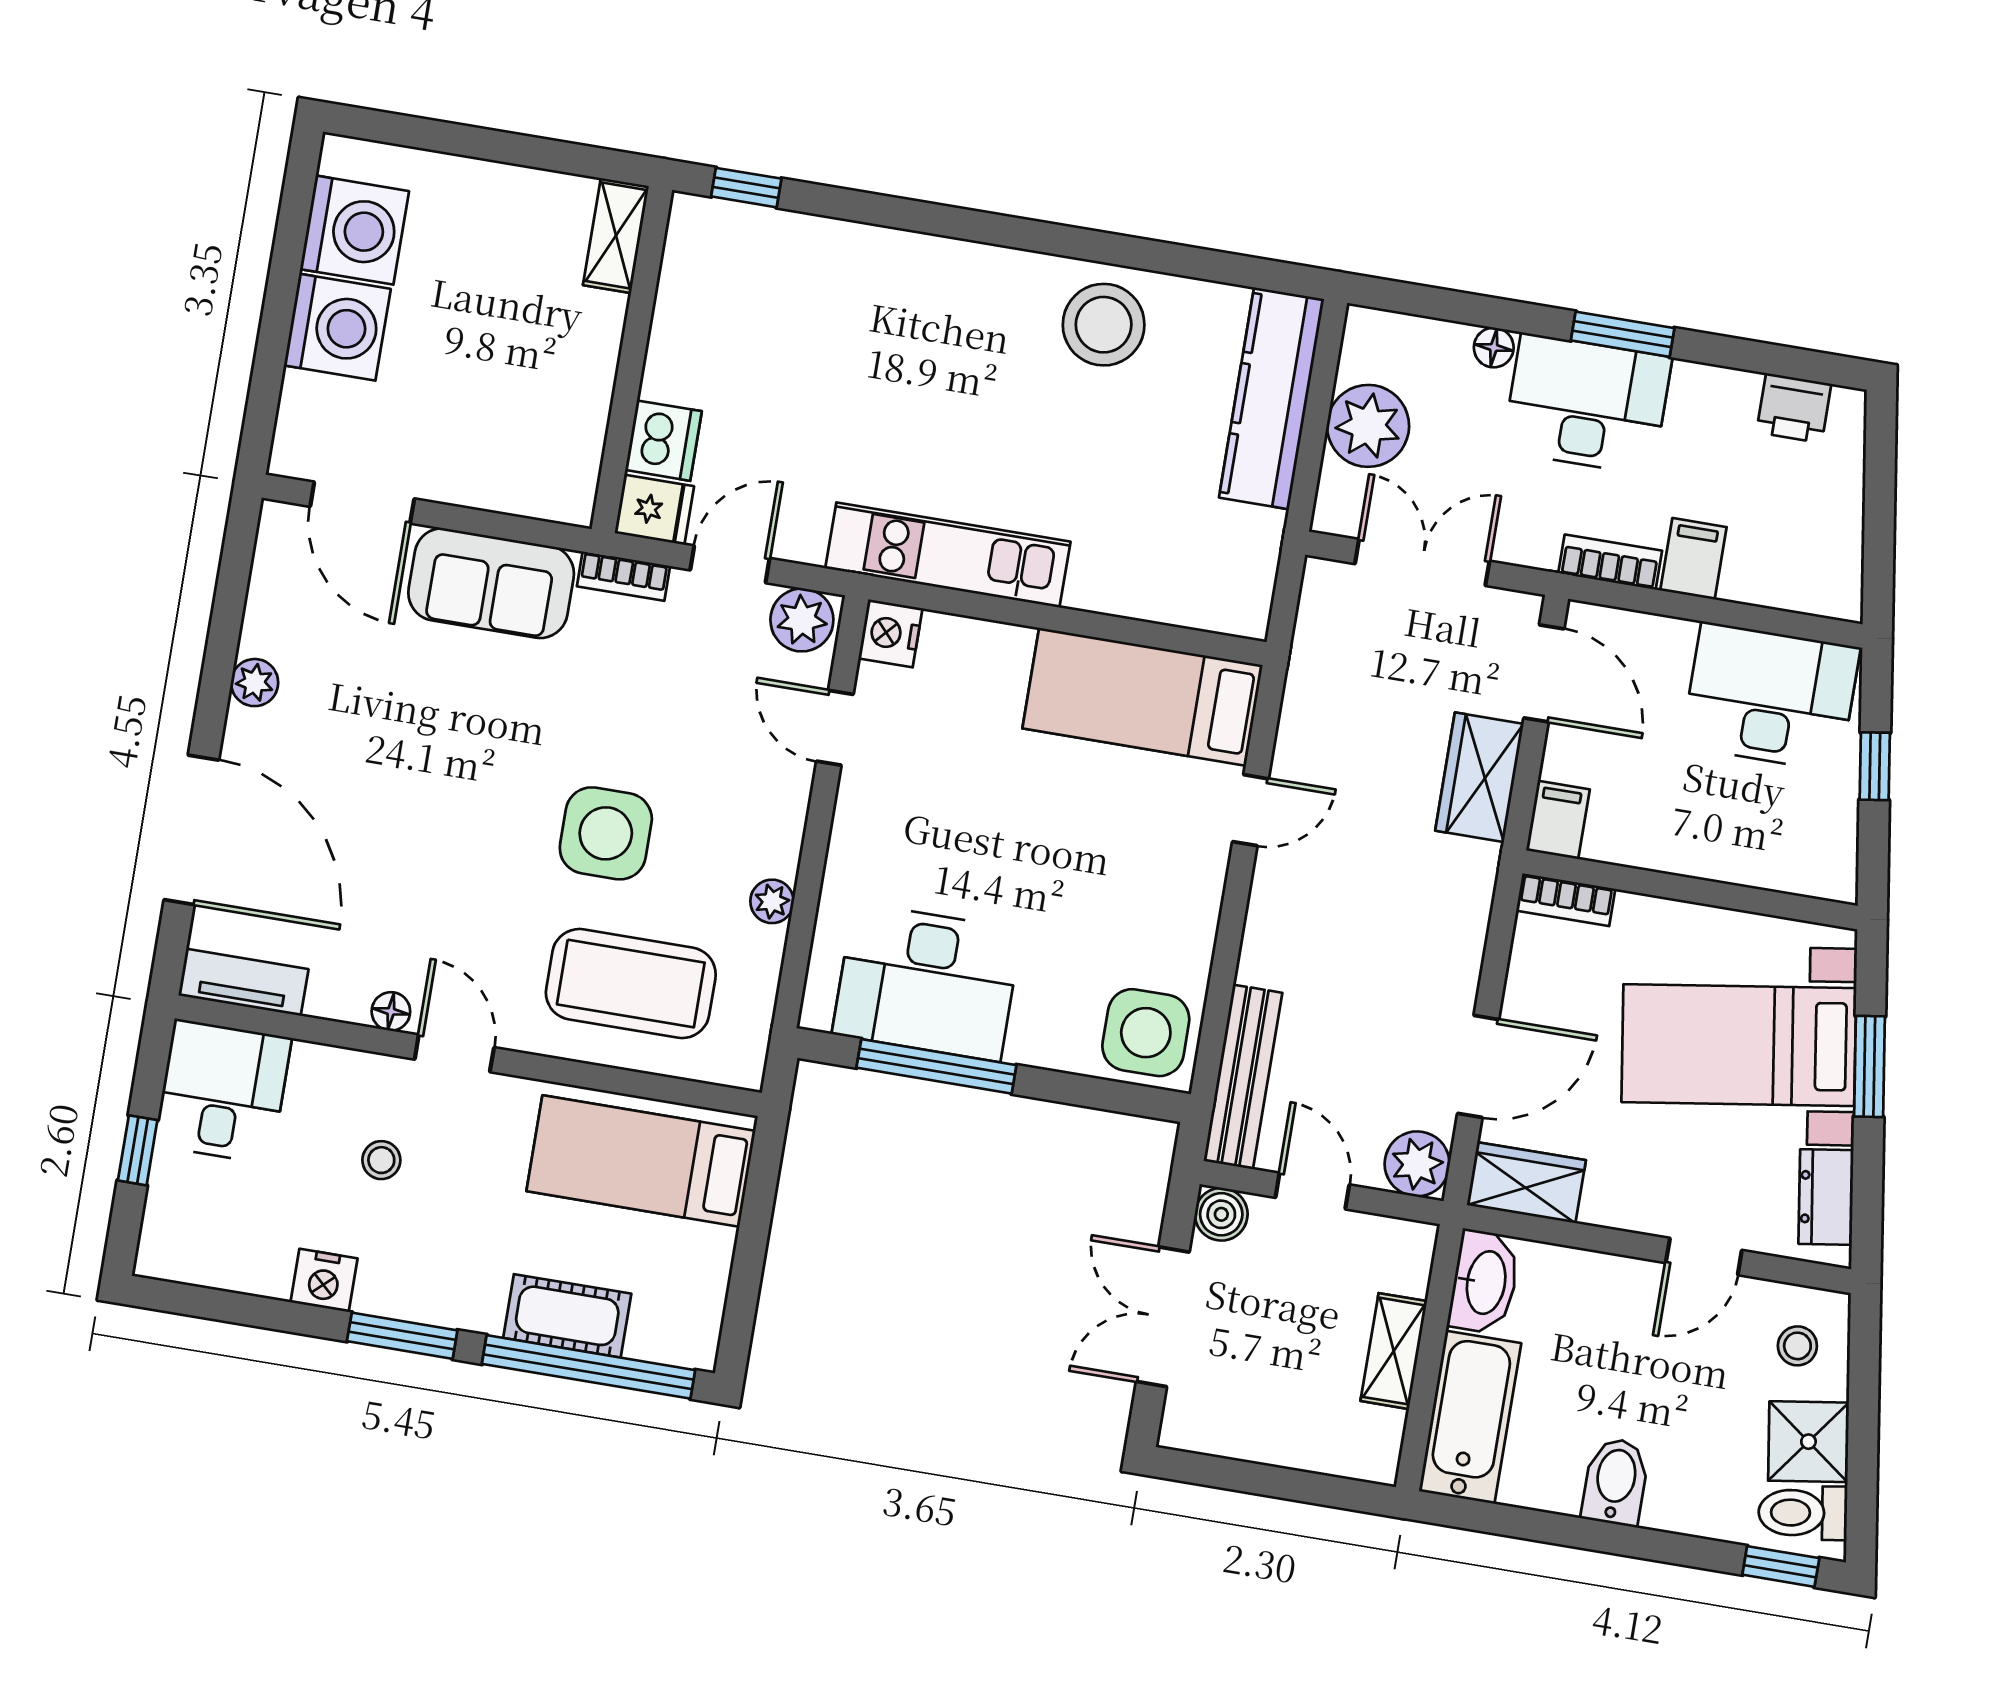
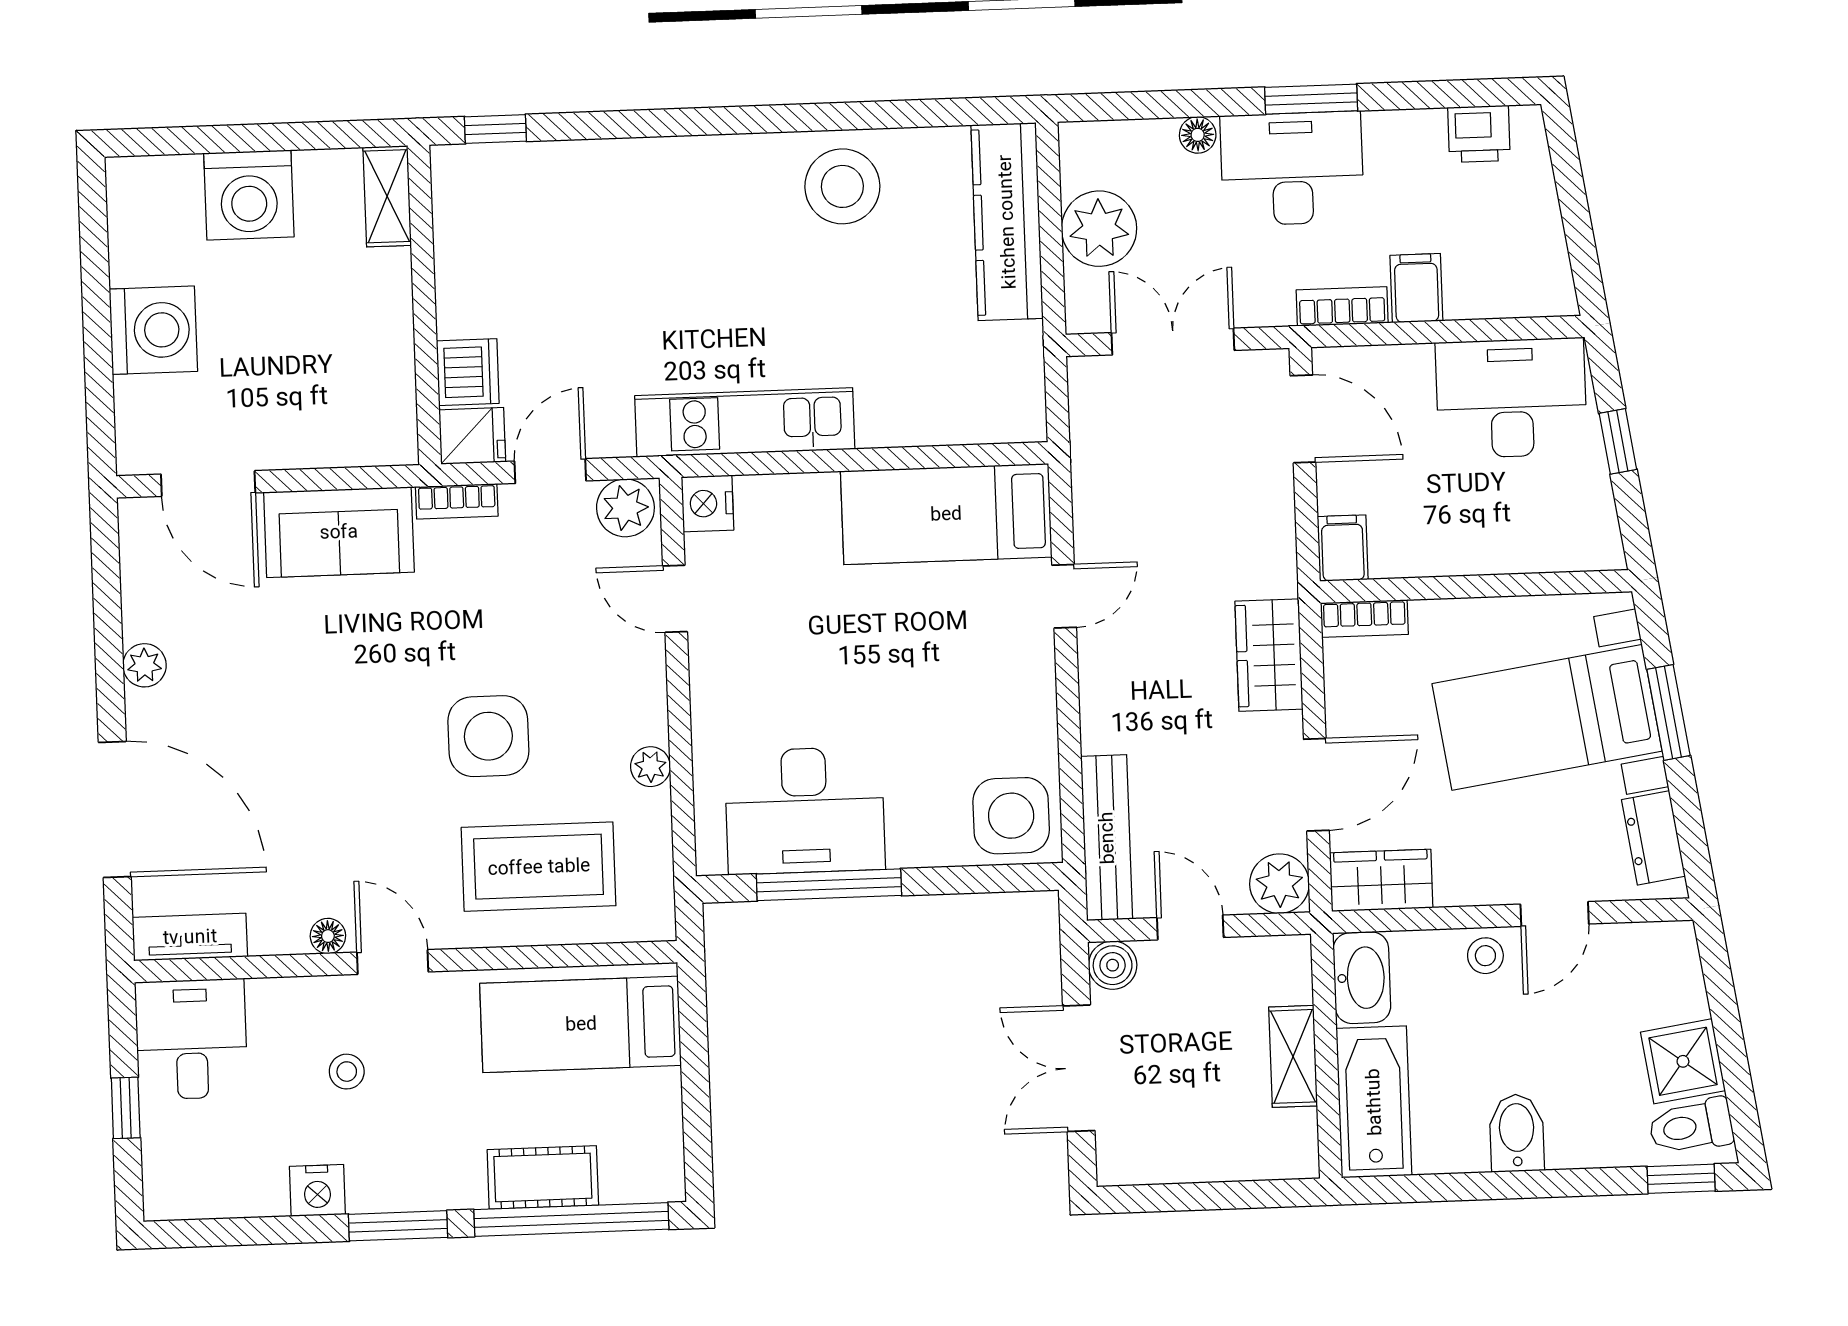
washing machine: (354, 230) -> (249, 195), moved, turned 90
wardrobe: (1479, 777) -> (1269, 655), moved
stool: (1797, 1346) -> (1485, 956), moved

